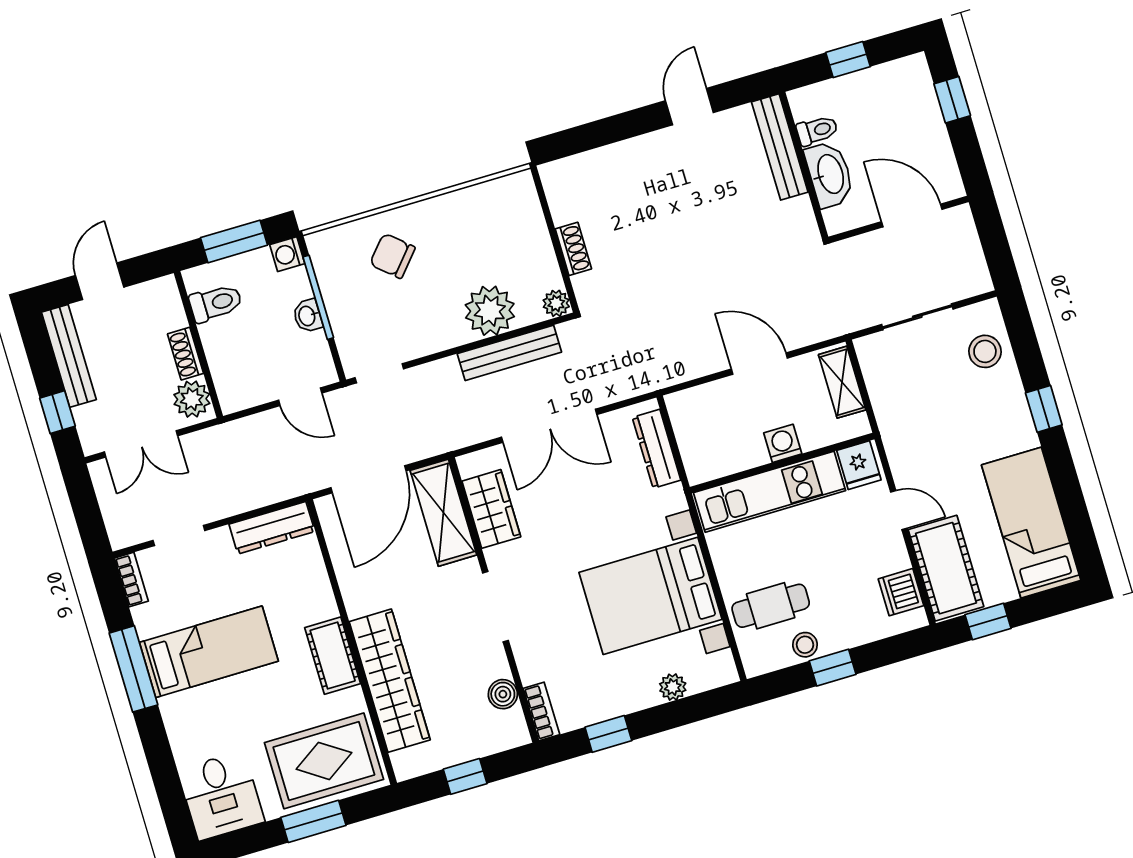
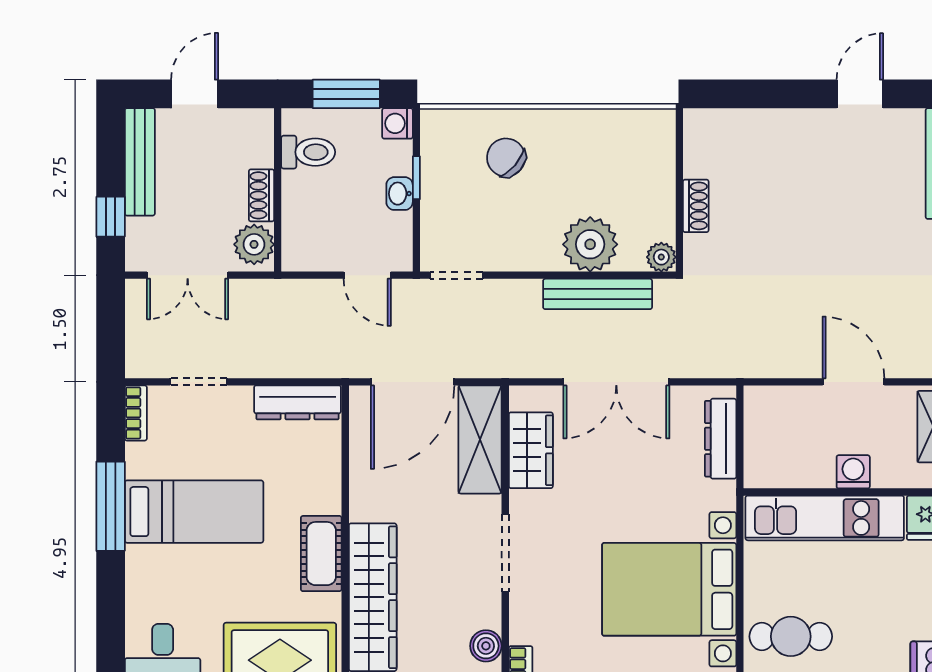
window: (318, 297) -> (416, 178), width x0.46

